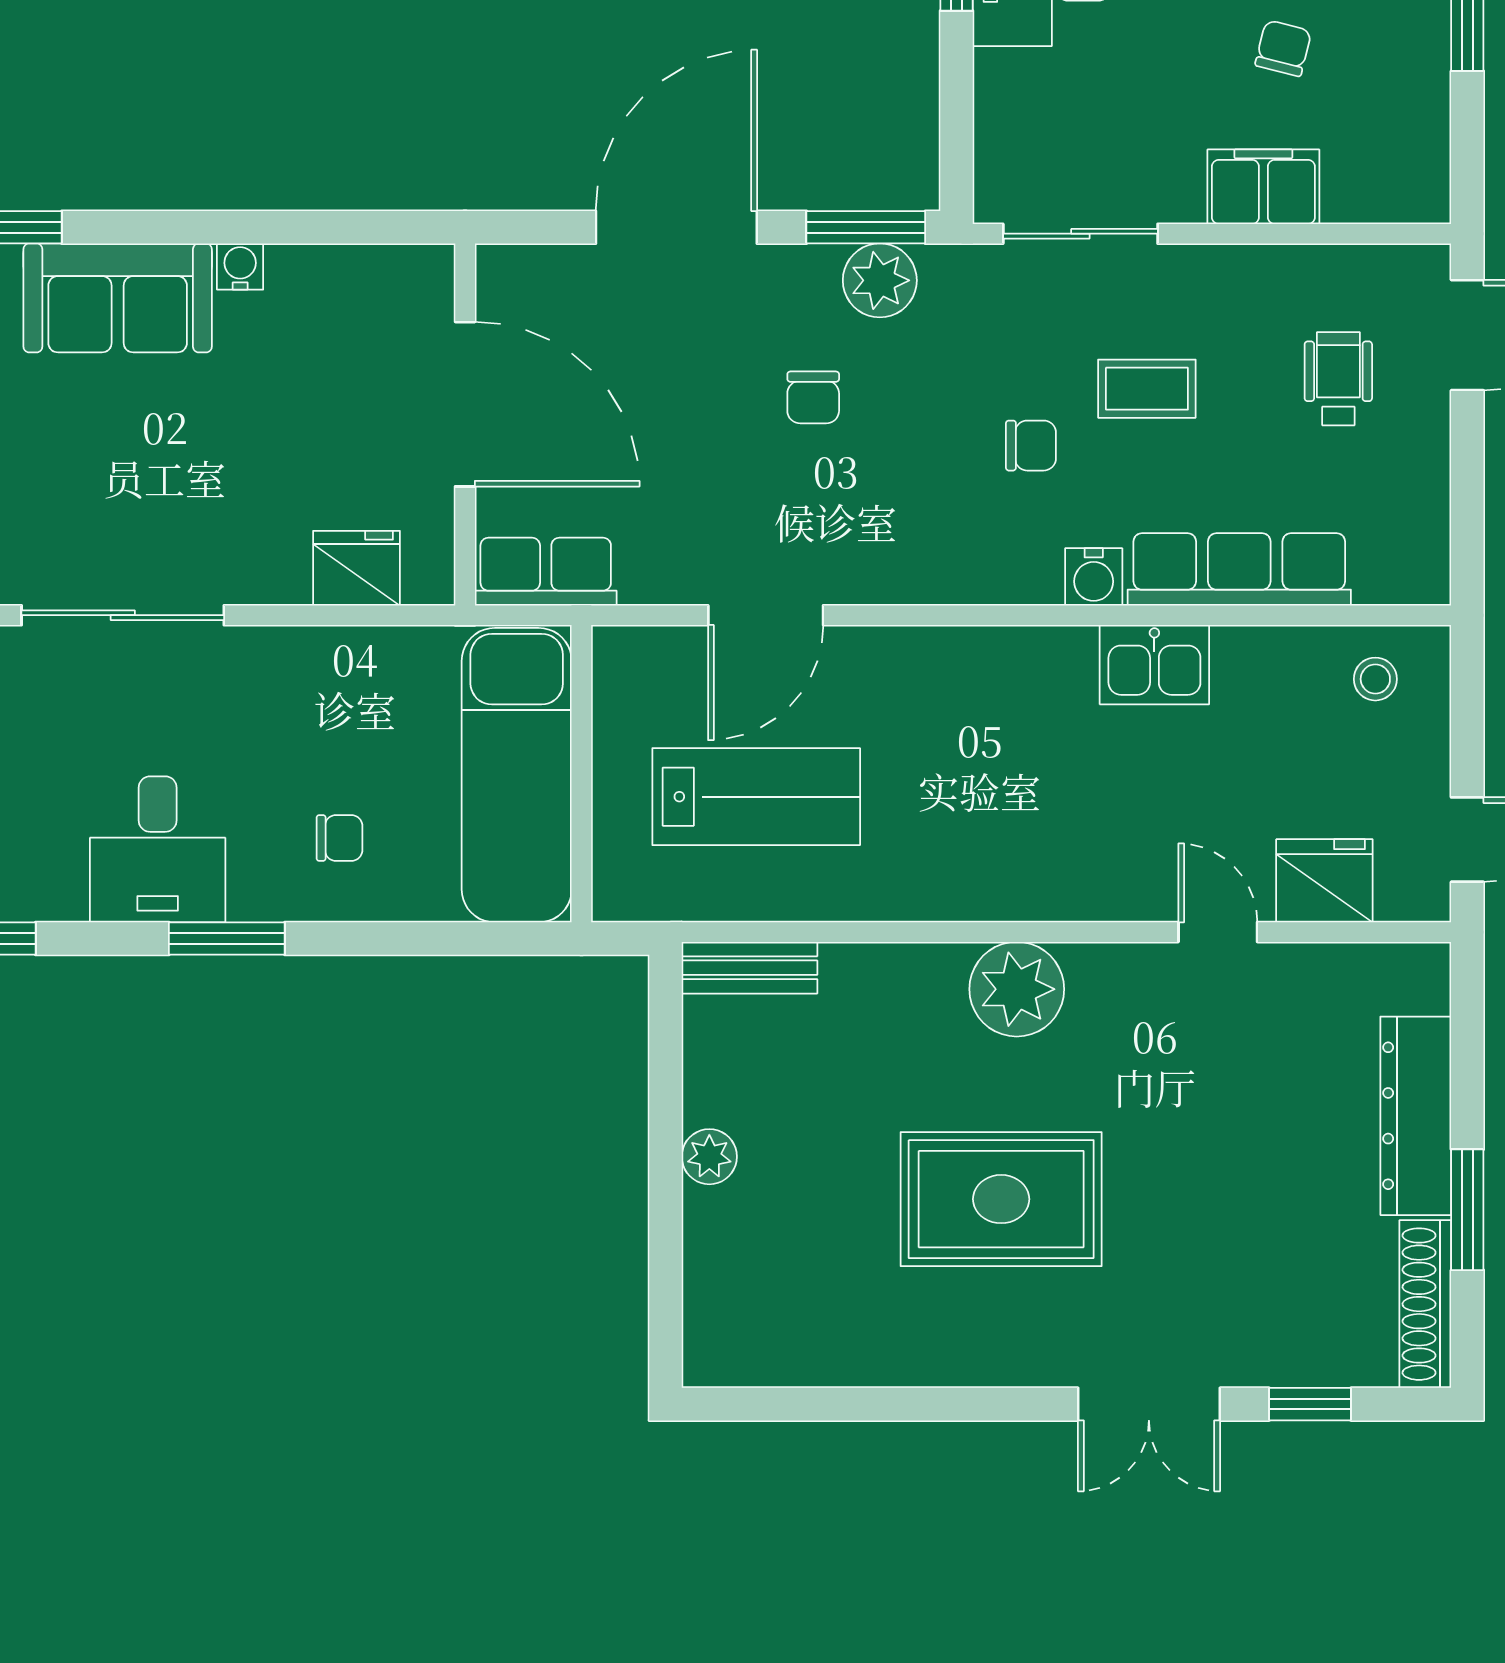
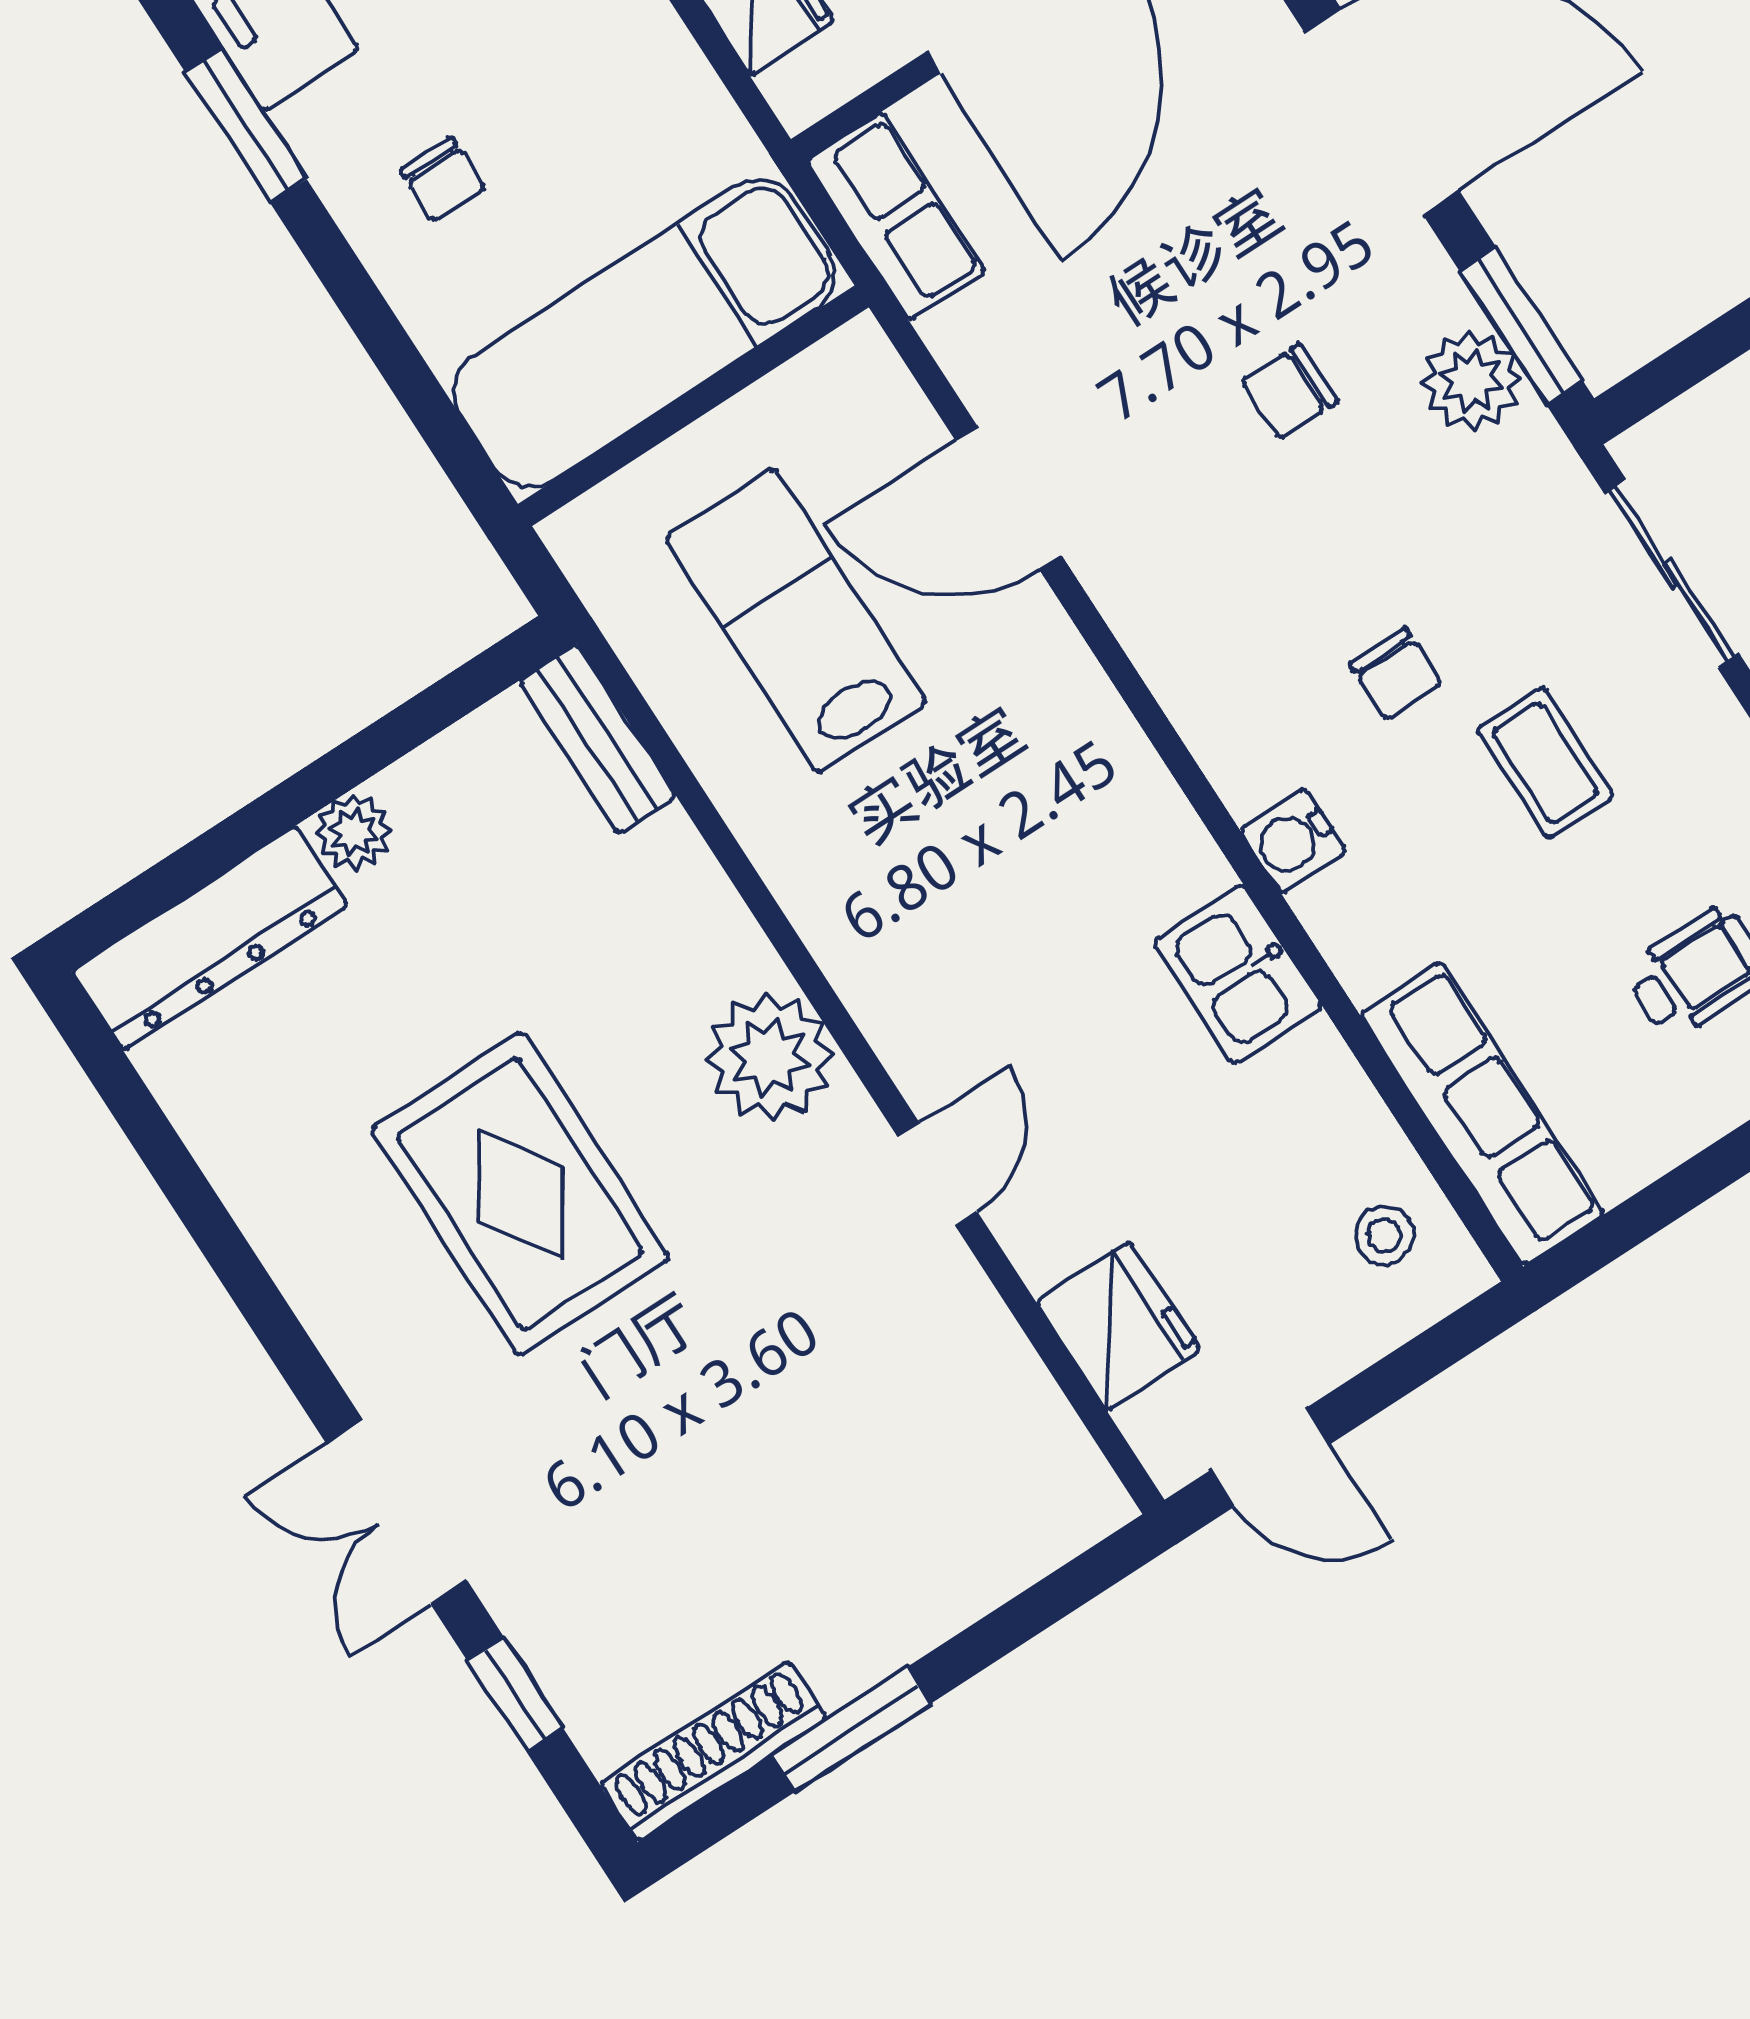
row of seats: (1239, 569) -> (1482, 1114), moved
lab bench: (756, 797) -> (796, 620), turned 180
door: (1218, 932) -> (938, 1174), moved
dresser: (1416, 1116) -> (210, 938), moved, turned 180

